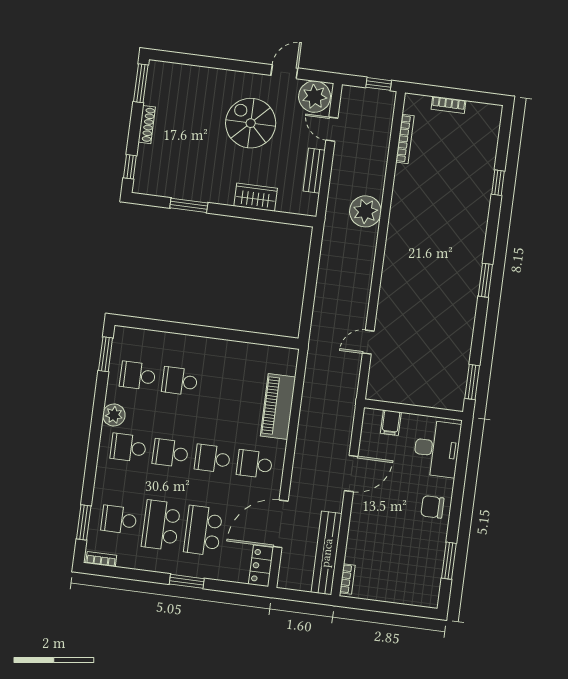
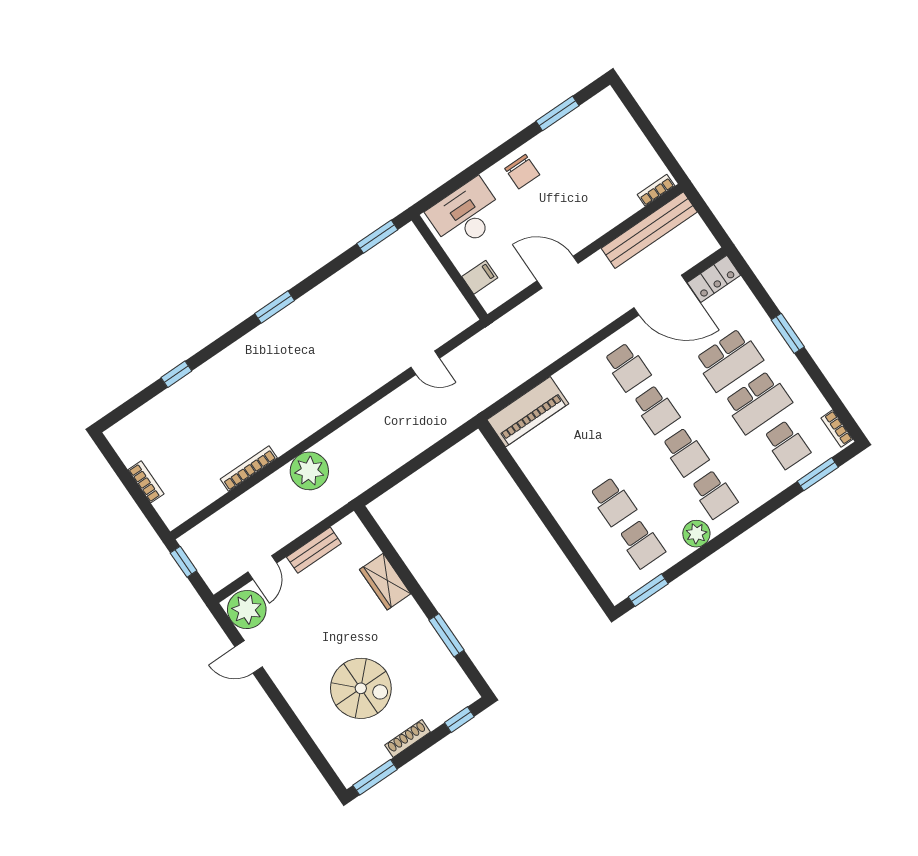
spiral stairs: (251, 123) -> (361, 688), moved, turned -90
bookcase: (405, 139) -> (249, 469), moved
piano: (278, 406) -> (528, 412), moved

